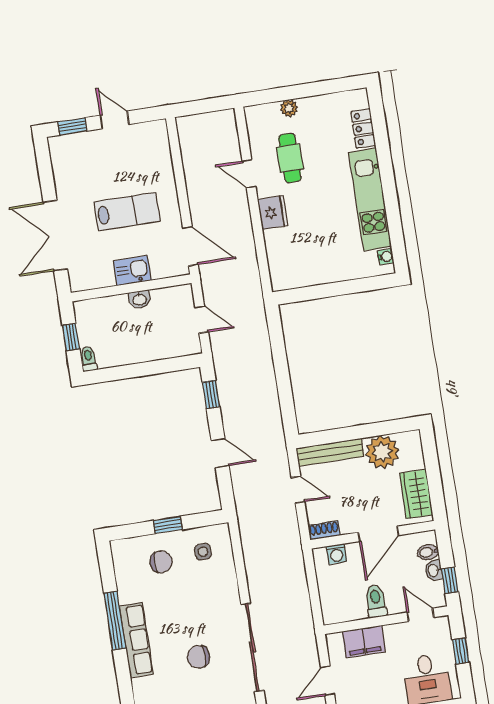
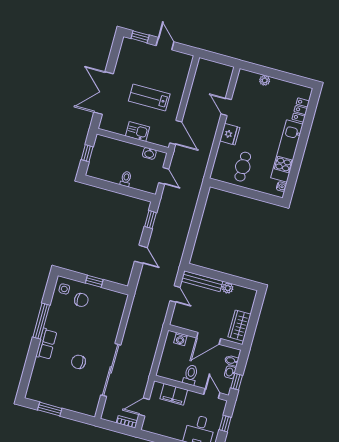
cafe table: (290, 158) -> (243, 167), moved
lab bench: (127, 212) -> (149, 98), turned 180
washbasin: (140, 299) -> (149, 153), moved
toilet: (88, 359) -> (126, 179), moved
plant: (382, 452) -> (228, 288), width x0.53, depth x0.53
shoe rack: (324, 530) -> (179, 323), removed
side table: (203, 552) -> (64, 289), moved
row of seats: (136, 640) -> (46, 344), width x0.68

